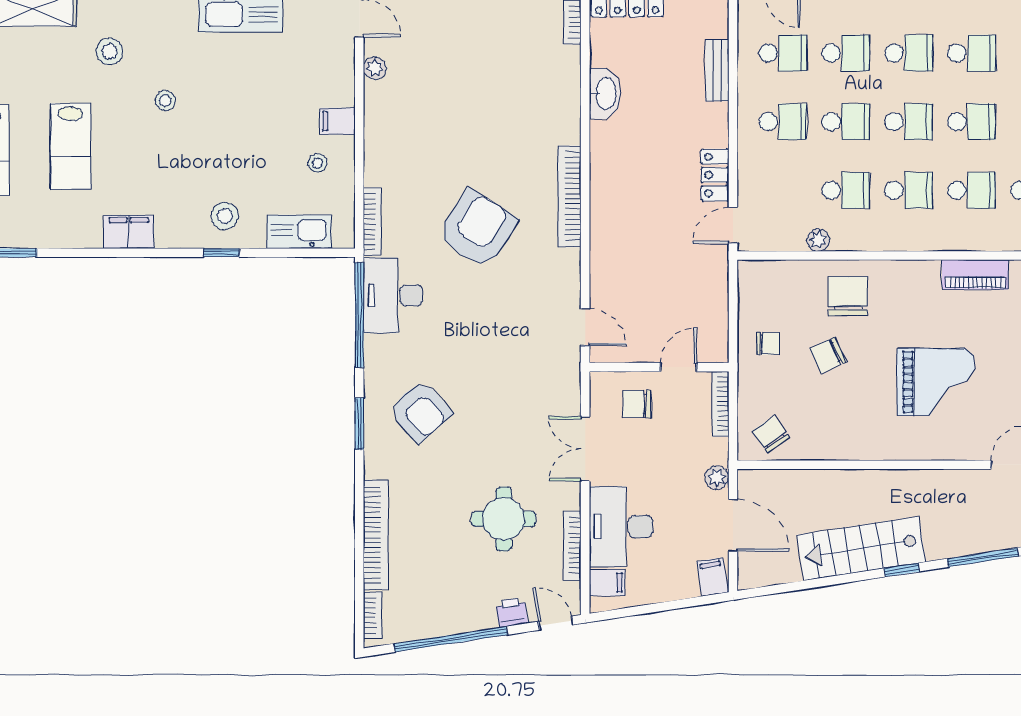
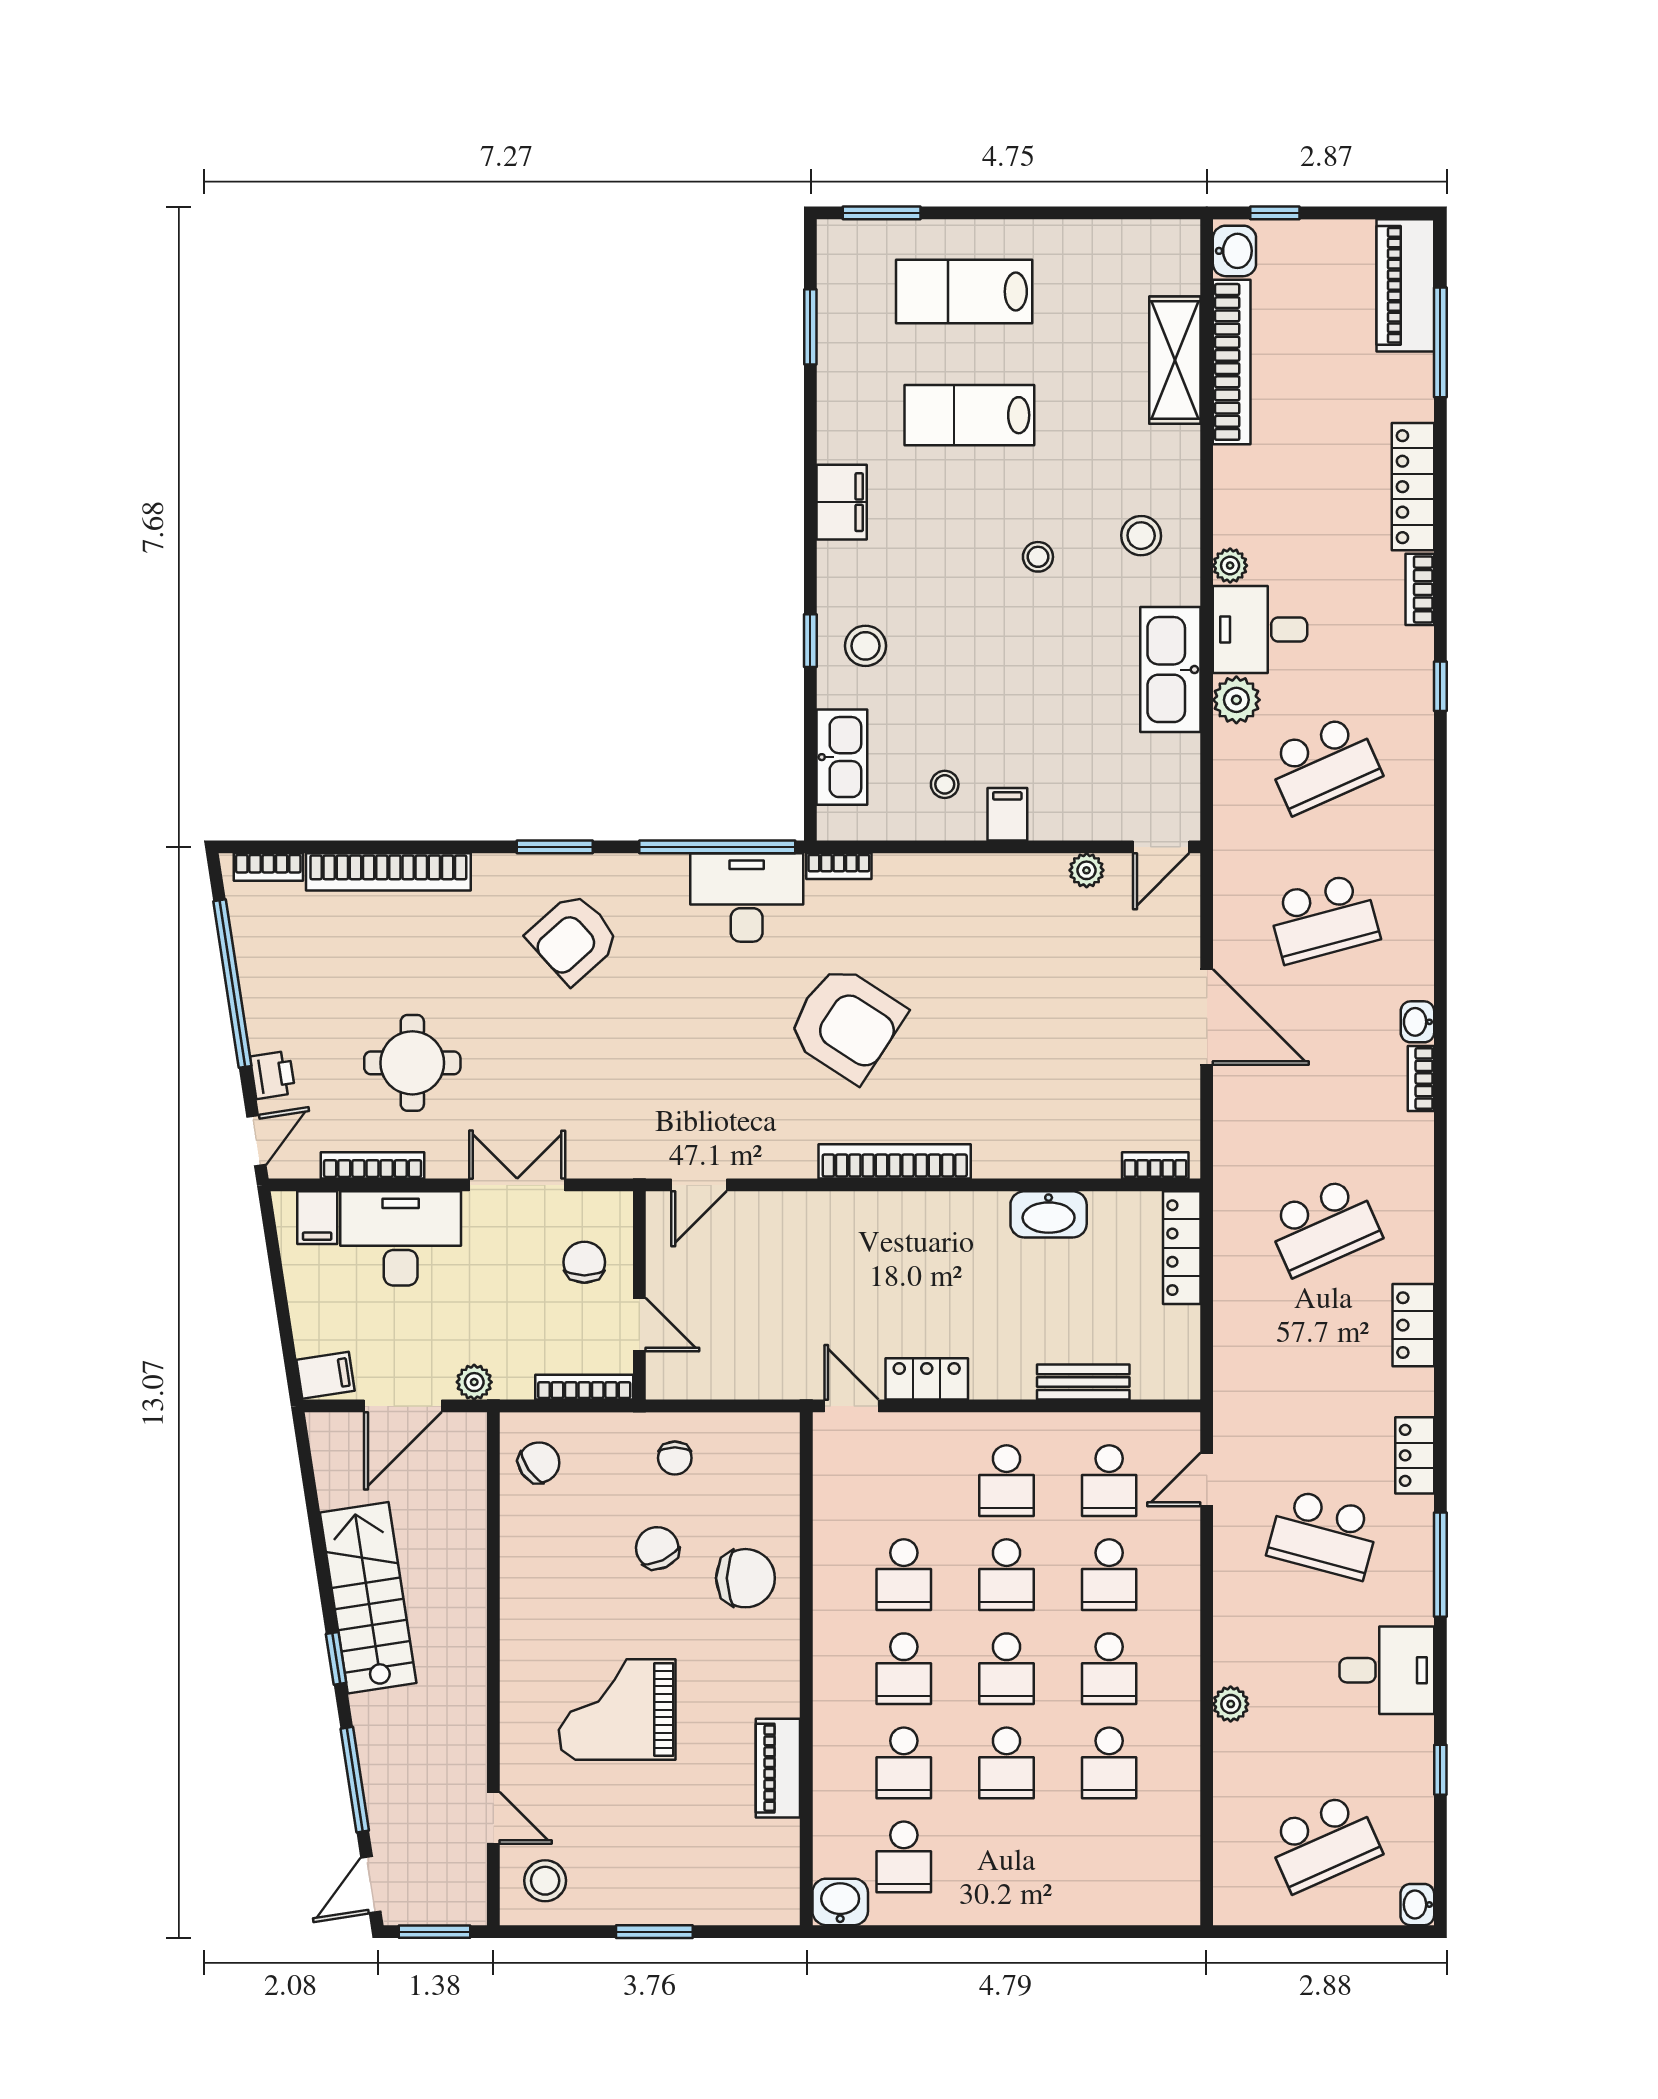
stool: (109, 51) -> (1141, 536), moved
bookcase: (372, 222) -> (839, 866), width x0.64
plant: (818, 240) -> (829, 1533), removed
grand piano: (936, 382) -> (617, 1710), turned 90

